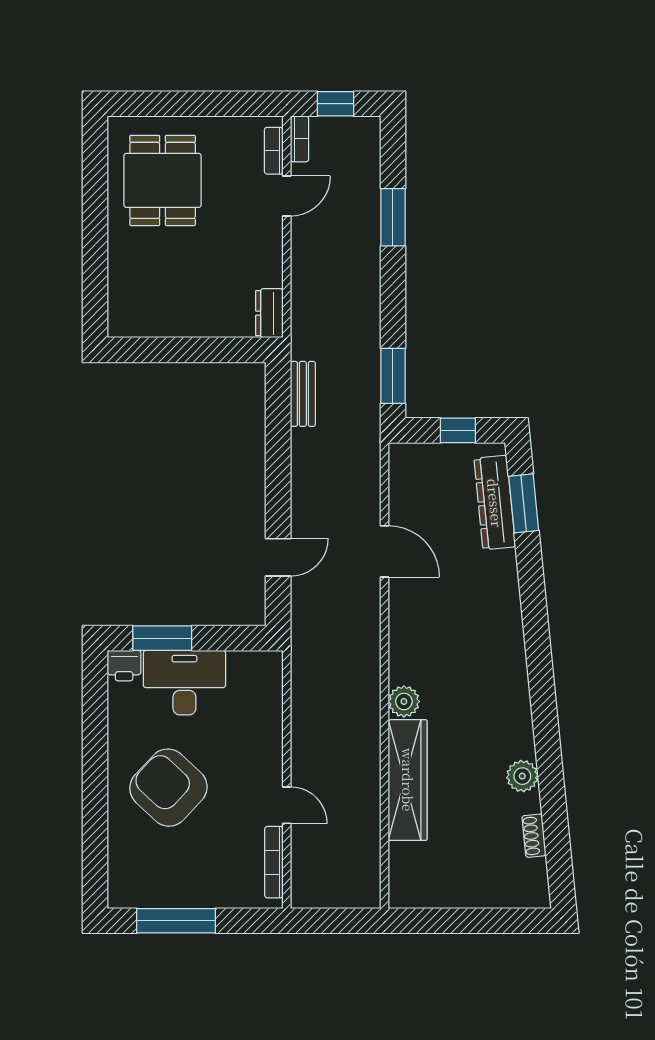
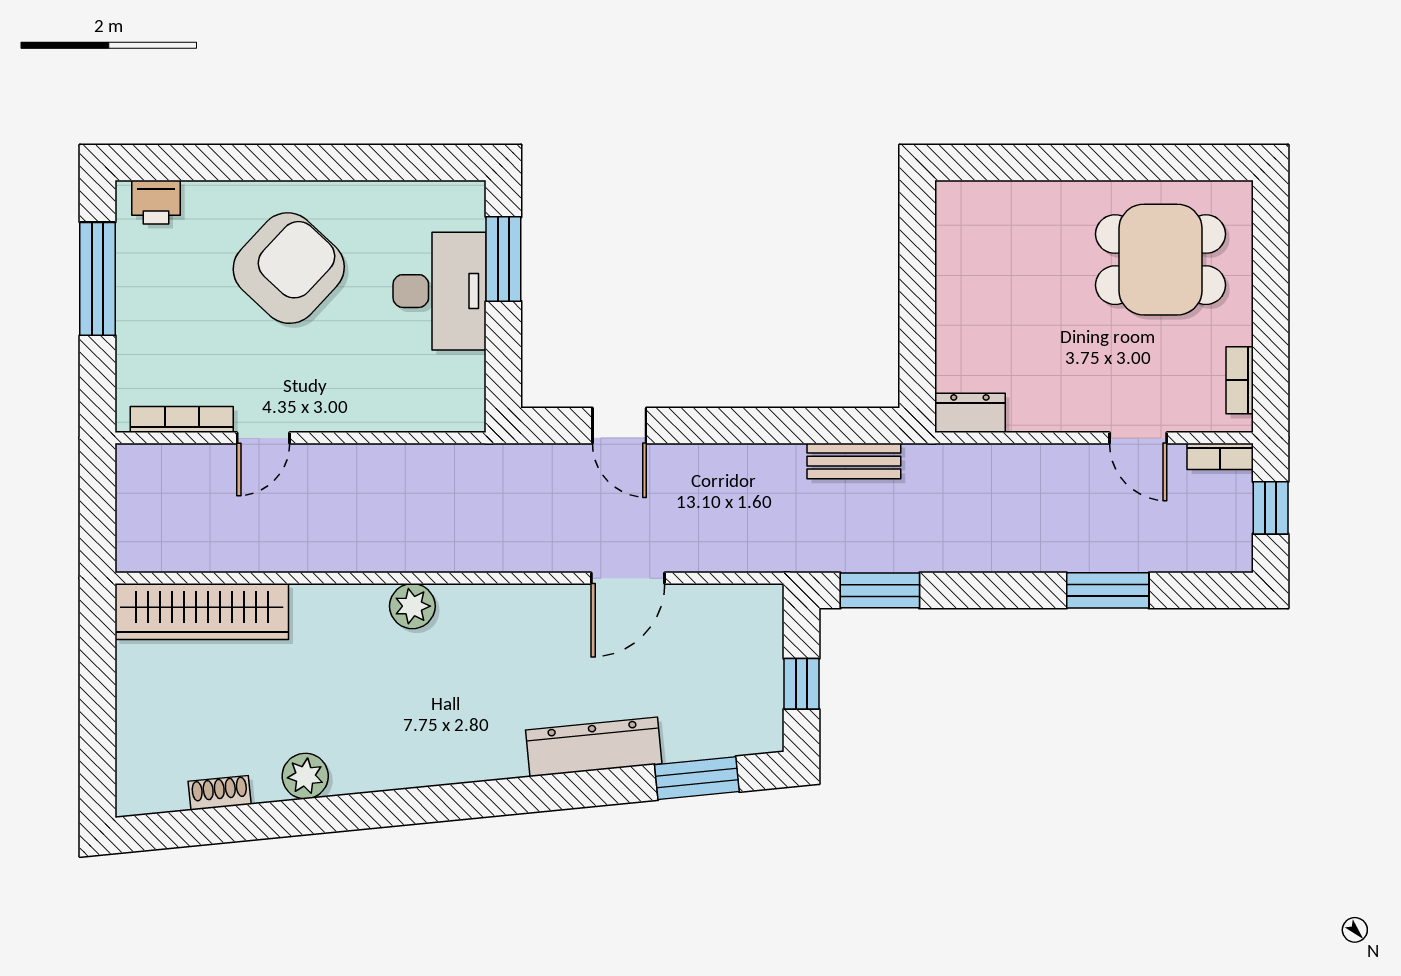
bookcase: (274, 151) -> (1240, 380), moved, turned -90
dresser: (495, 503) -> (594, 747), moved
printer: (124, 666) -> (156, 202), moved, turned -90
wardrobe: (408, 780) -> (202, 612), moved

